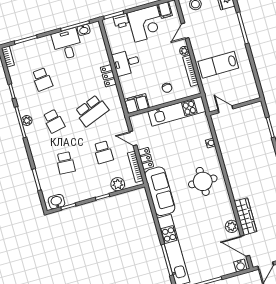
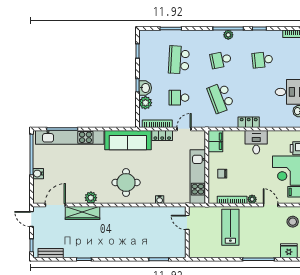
door: (226, 109) -> (187, 222), swing flipped
school desk: (66, 163) -> (179, 60), width x1.85
washbasin: (56, 202) -> (145, 88), moved
plant: (232, 226) -> (91, 198), moved
water cooler: (240, 266) -> (38, 174), moved

